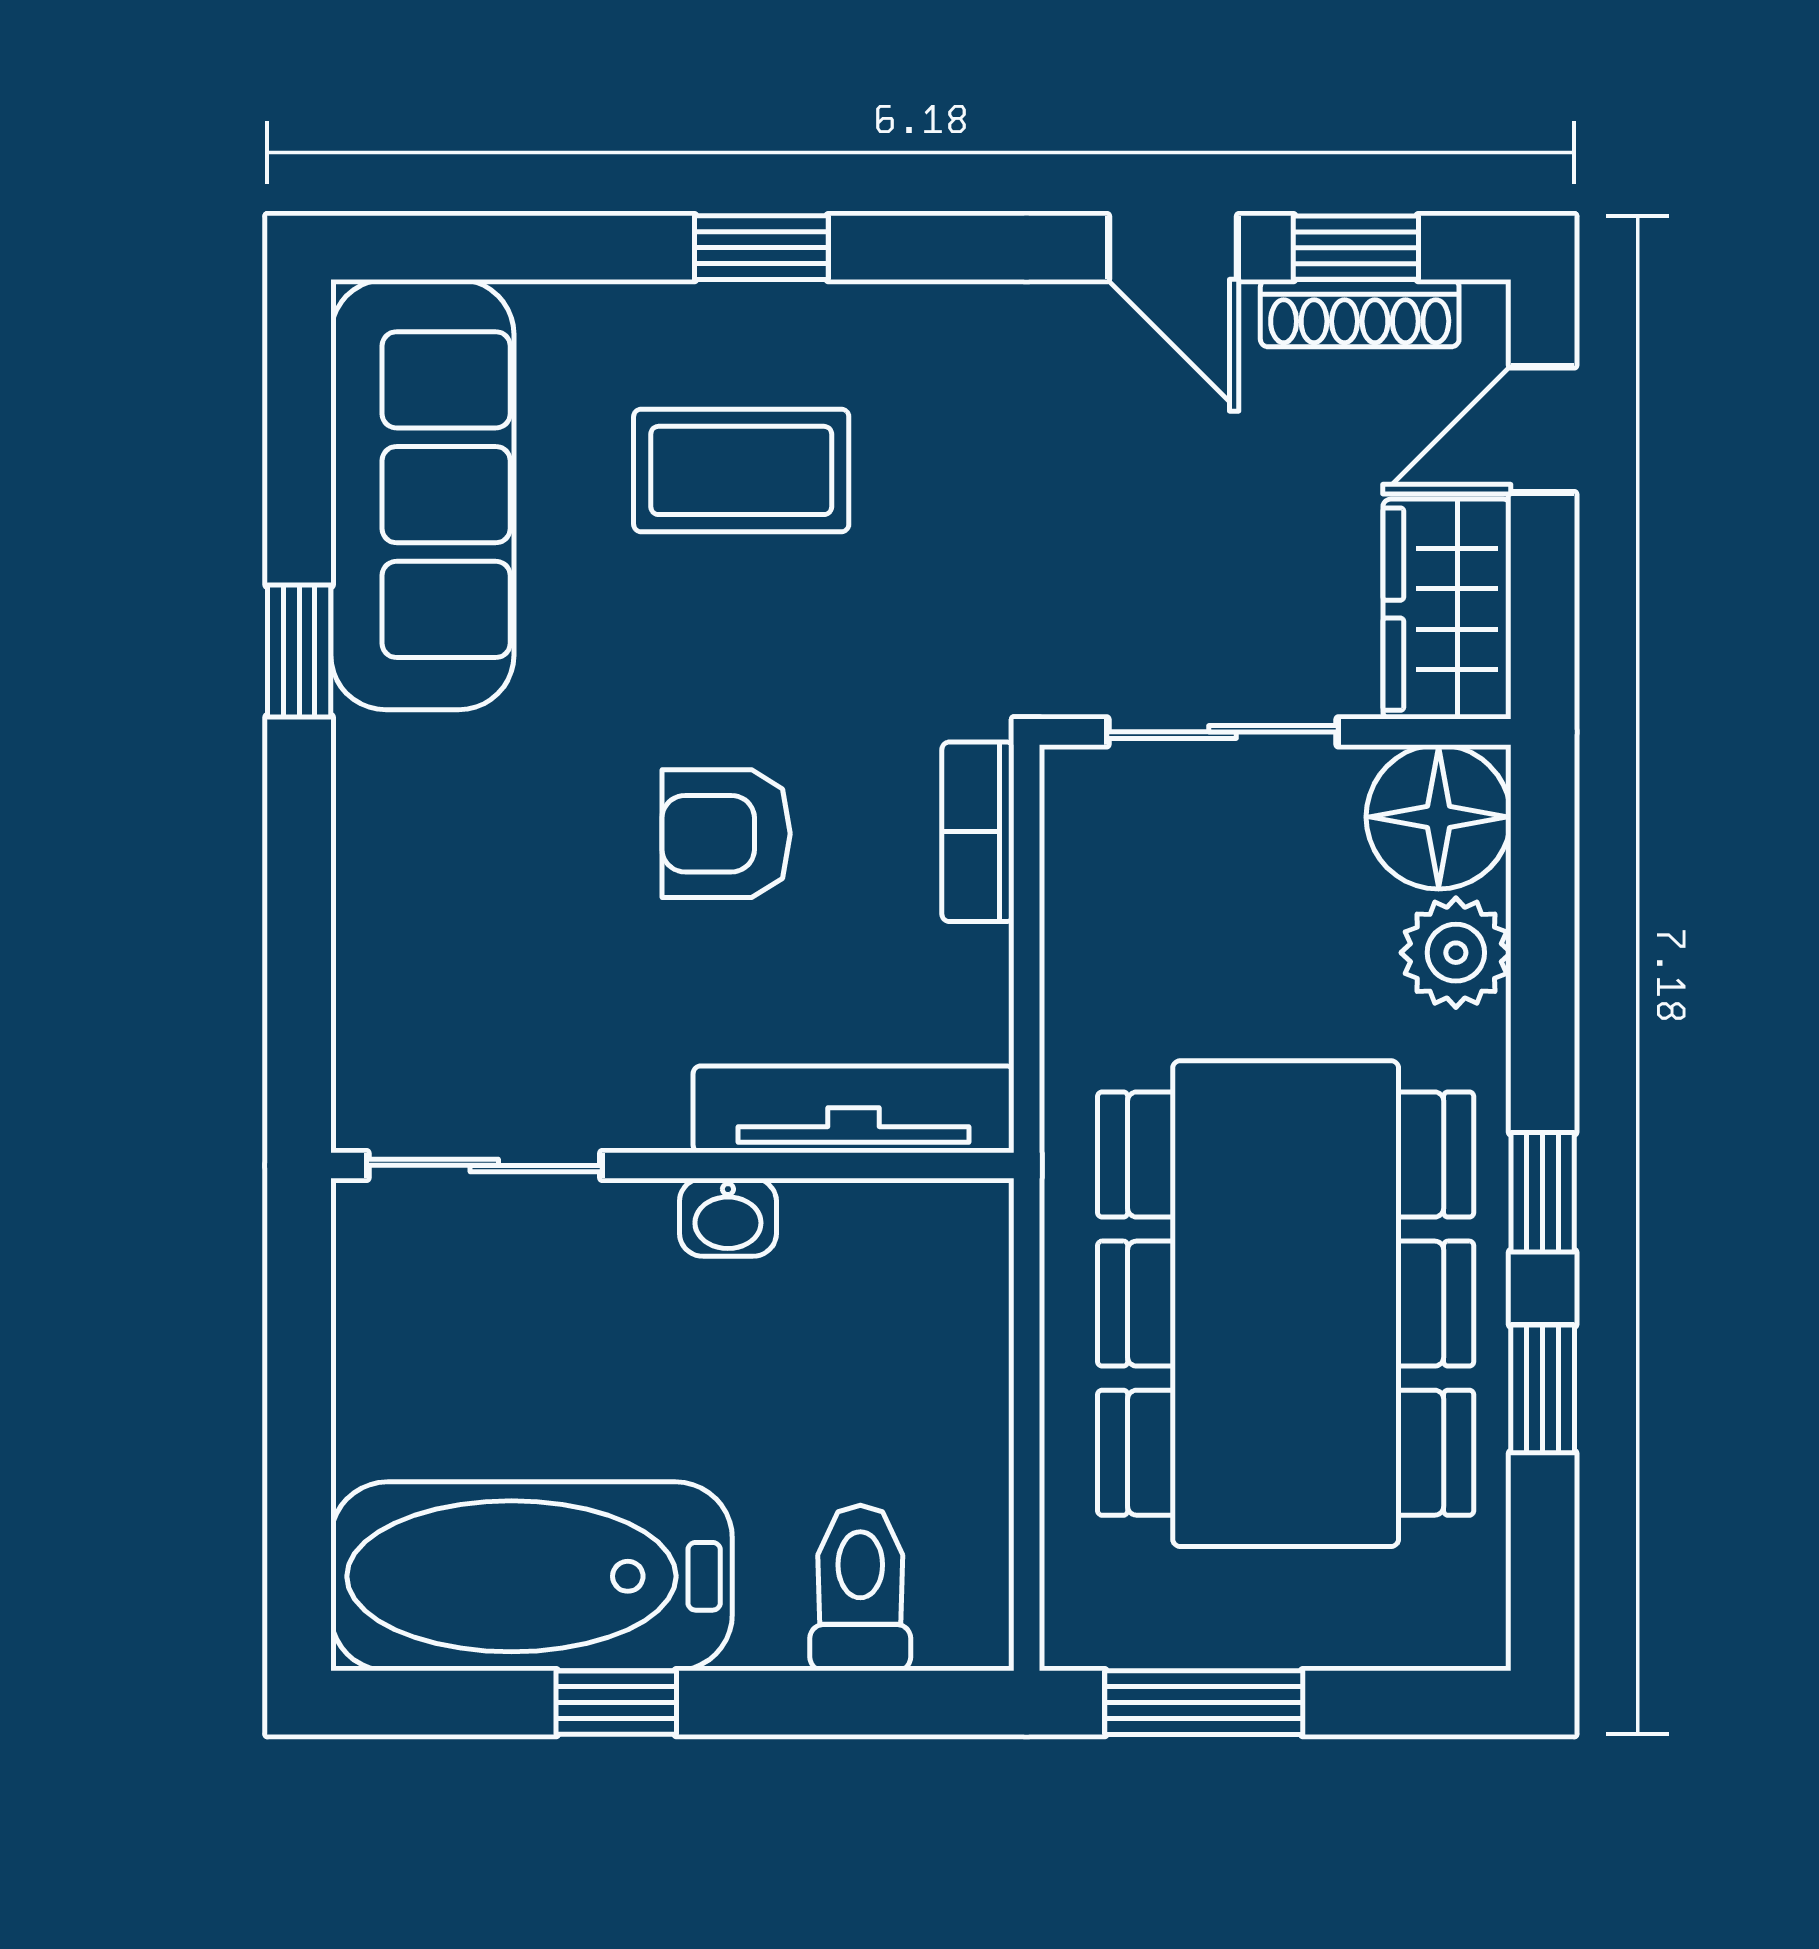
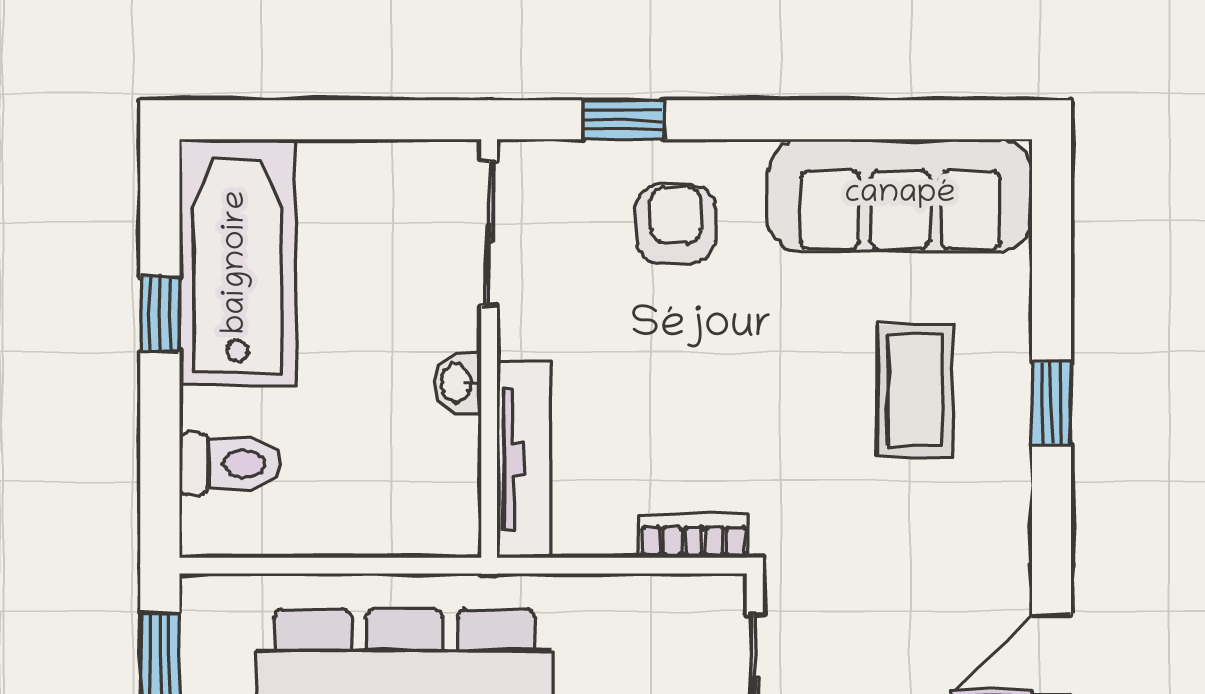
window: (299, 651) -> (623, 120), moved
armchair: (726, 834) -> (676, 224), moved

